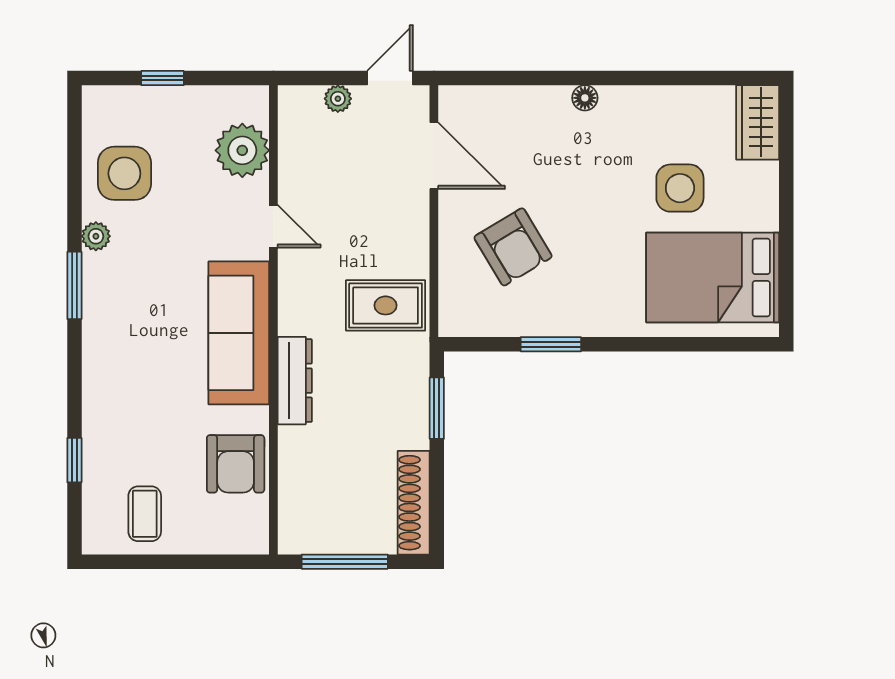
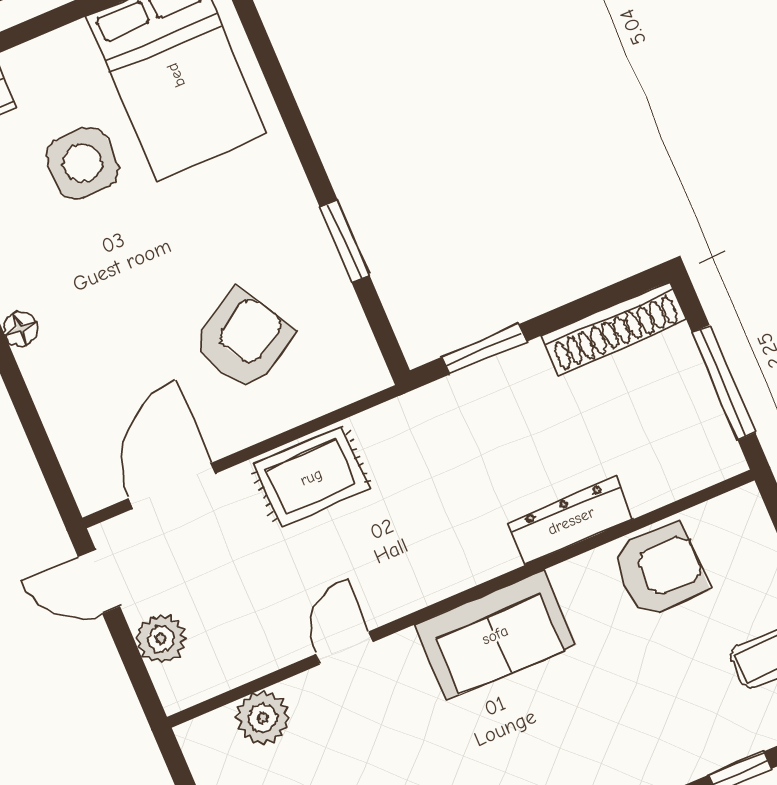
plant: (338, 99) -> (161, 639), width x1.38, depth x1.38
plant: (242, 150) -> (263, 718), width x0.73, depth x0.73
rug: (386, 305) -> (311, 477), moved, turned 90
sofa: (239, 333) -> (495, 635), width x0.73
dresser: (295, 381) -> (571, 521), moved

